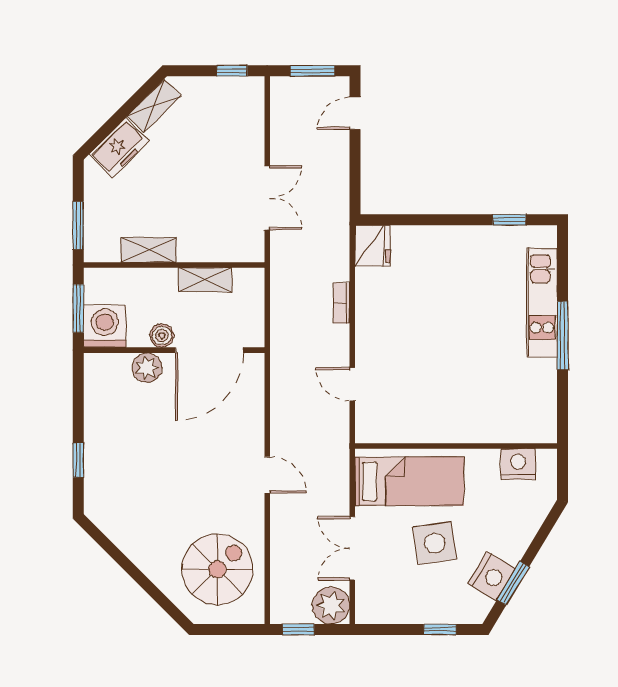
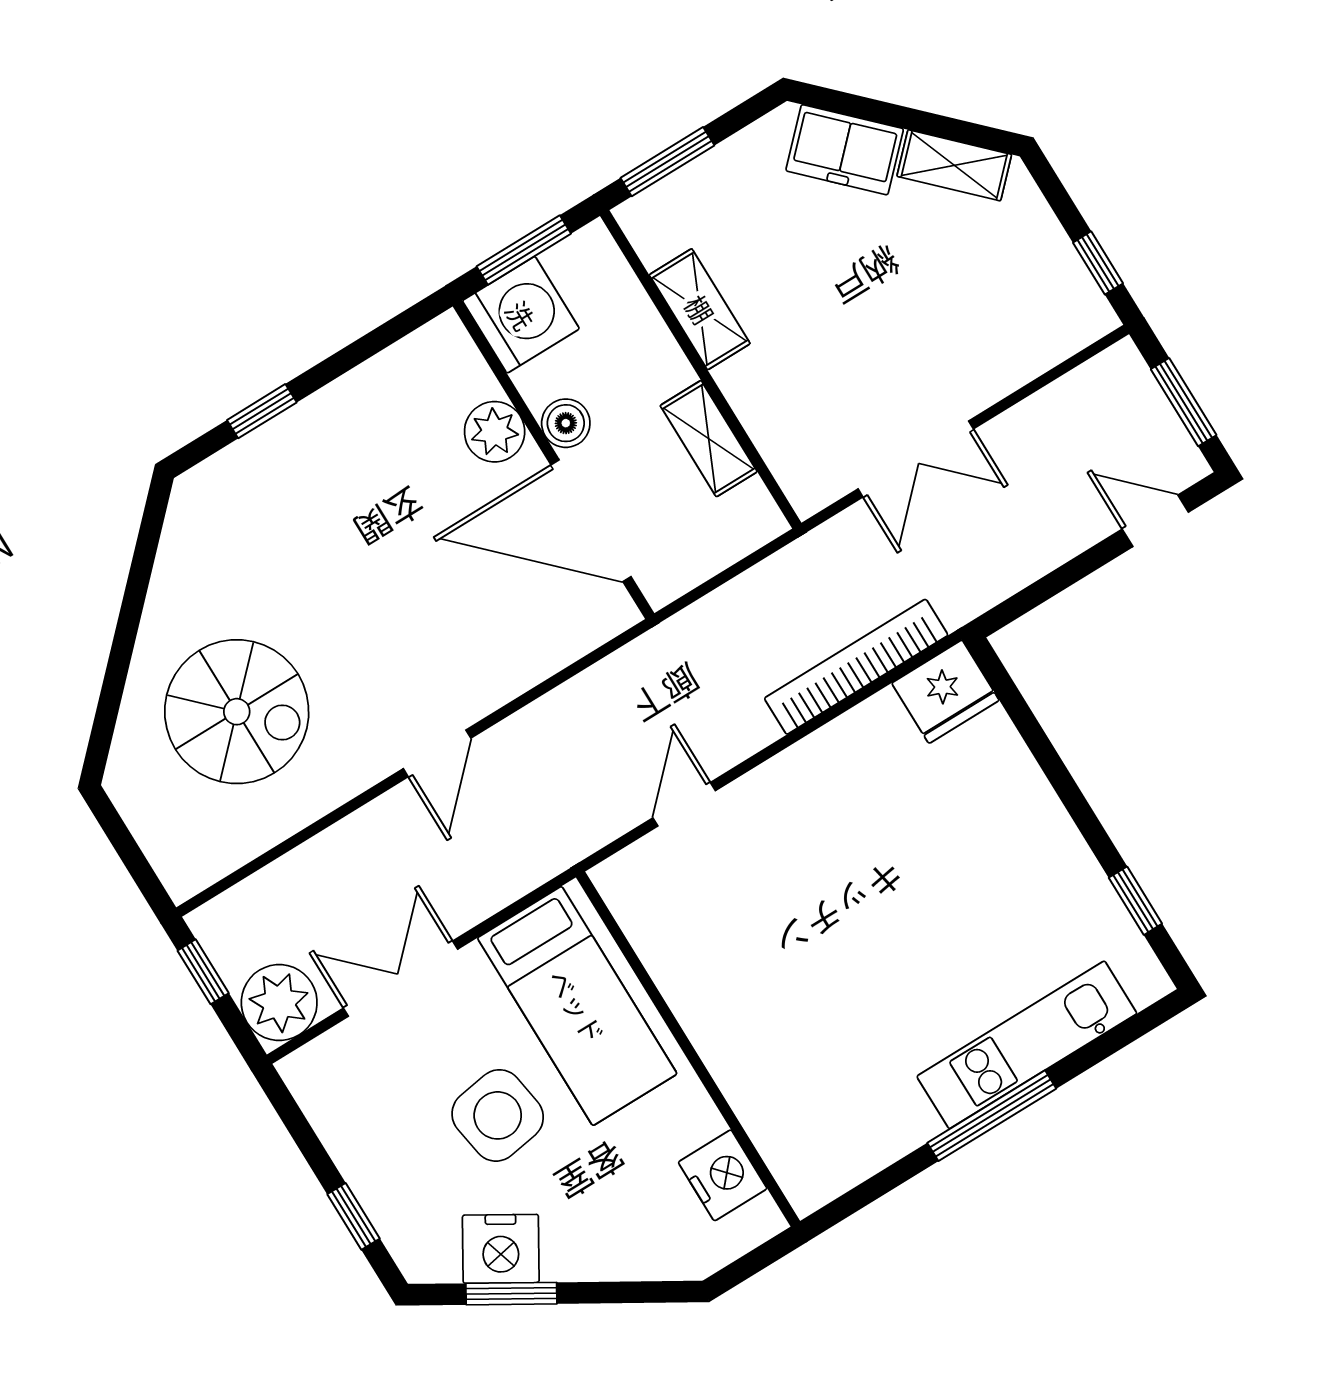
bookcase: (342, 303) -> (856, 667), width x2.31, depth x1.31
spiral stairs: (217, 569) -> (237, 712), moved

